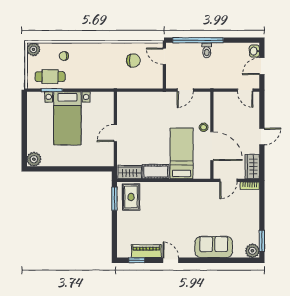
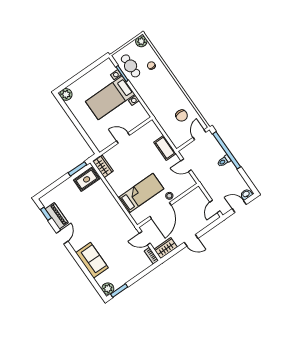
cot: (156, 172) -> (165, 148), moved

